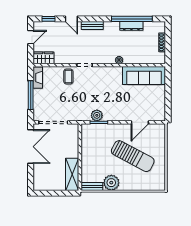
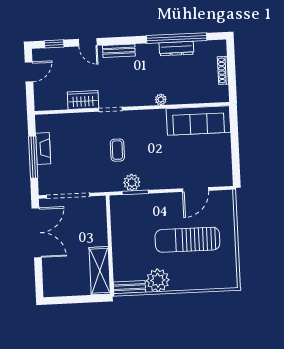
wardrobe: (43, 58) -> (83, 100), moved
coffee table: (68, 77) -> (117, 150), moved
fireplace: (38, 78) -> (43, 148), moved
sun lounger: (133, 156) -> (187, 240), turned 152

